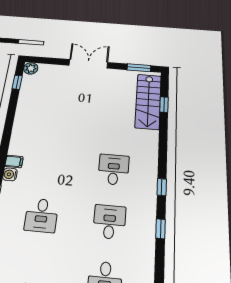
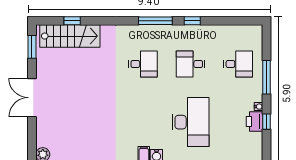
desk: (114, 170) -> (143, 64), turned 180
window: (162, 187) -> (155, 21), width x2.17
desk: (41, 215) -> (191, 122), width x1.87, depth x1.30

